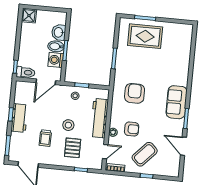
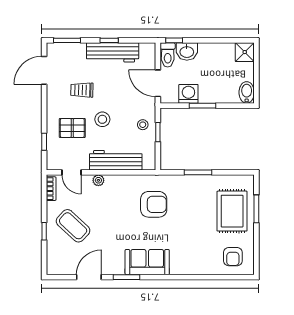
washbasin: (59, 32) -> (187, 51), moved, turned 180
bidet: (56, 46) -> (247, 92), moved
workbench: (19, 118) -> (113, 52), width x1.38
armchair: (132, 129) -> (233, 257), moved

